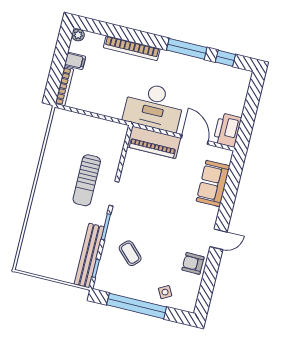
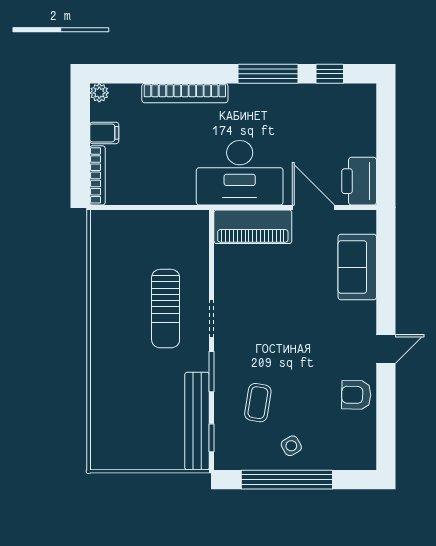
coffee table: (130, 253) -> (258, 403), turned 54
side table: (165, 292) -> (291, 446), moved

